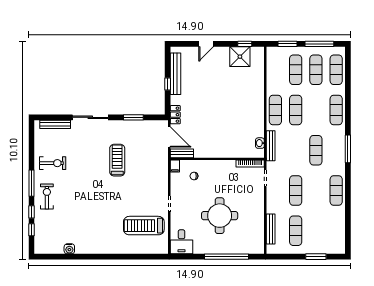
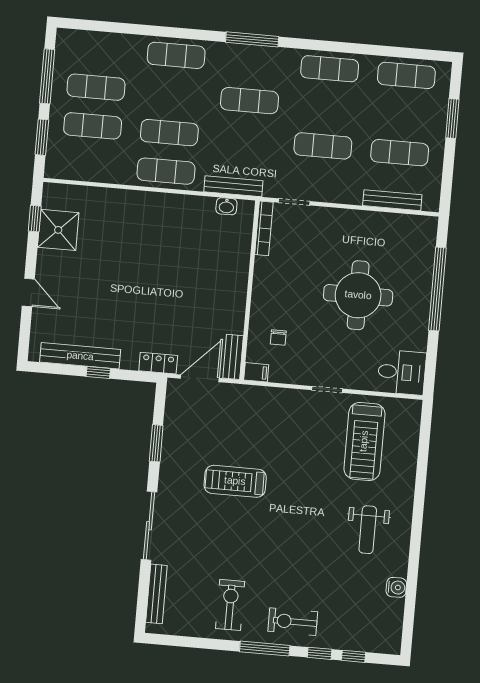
exercise mat: (336, 70) -> (406, 75), moved
weight bench: (98, 231) -> (368, 530), added

